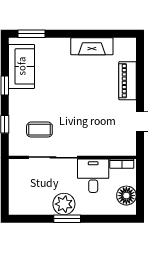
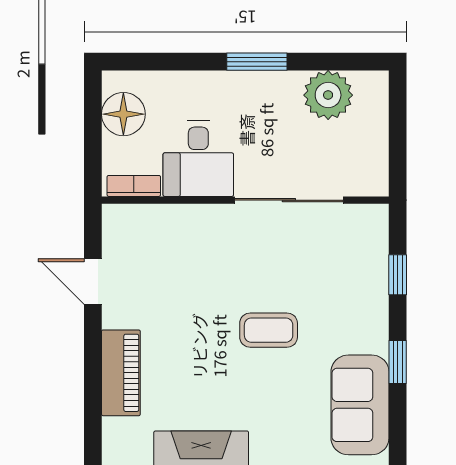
coffee table: (39, 130) -> (269, 330), moved
plant: (64, 204) -> (328, 95), moved

